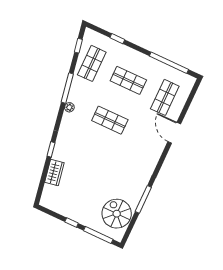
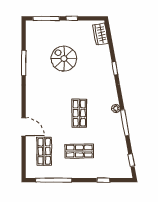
shop shelf: (92, 63) -> (114, 151), removed
shop shelf: (110, 120) -> (79, 113), turned 90
wardrobe: (54, 172) -> (101, 34), moved
spiral stairs: (117, 214) -> (64, 59), moved, turned 180

